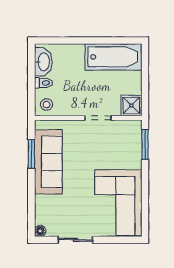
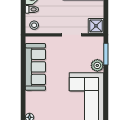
window: (31, 154) -> (23, 61), removed
plant: (133, 160) -> (97, 65), added

